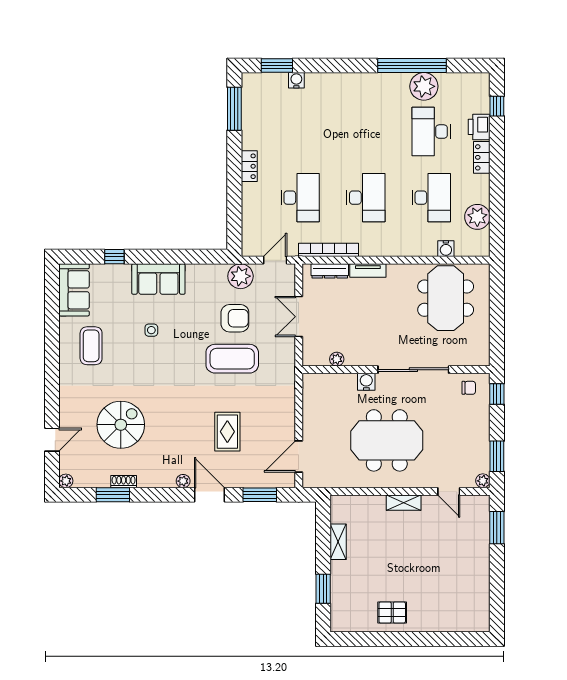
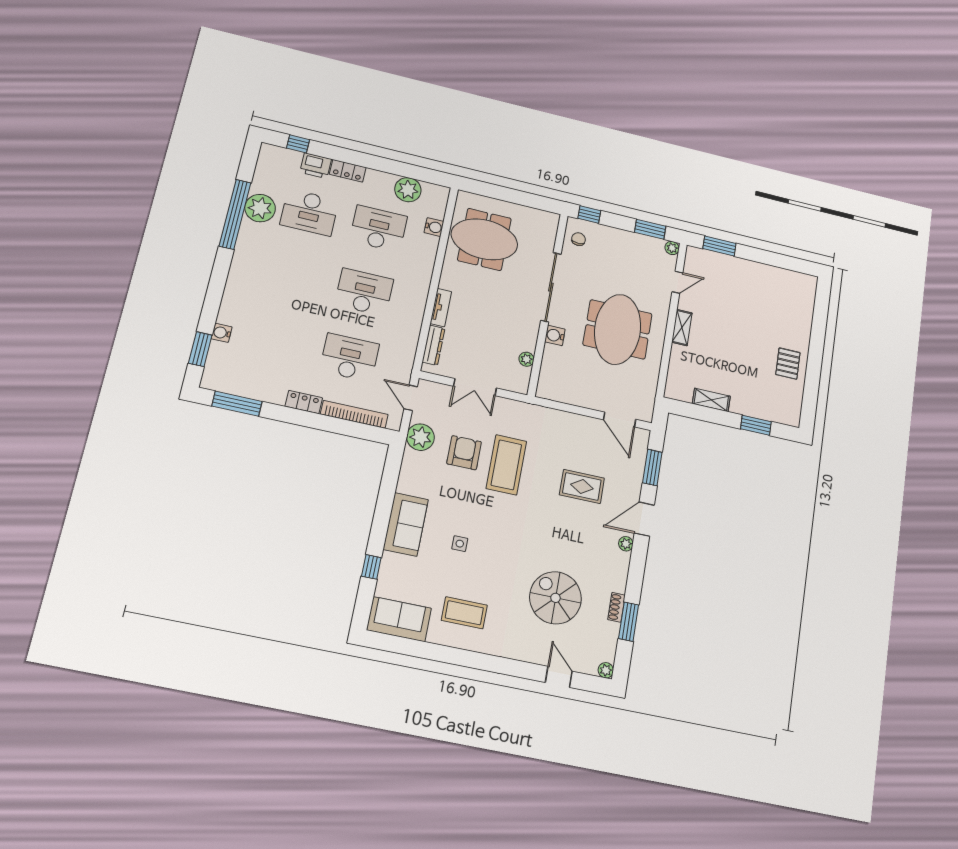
bookcase: (328, 250) -> (354, 414), moved, turned 90

